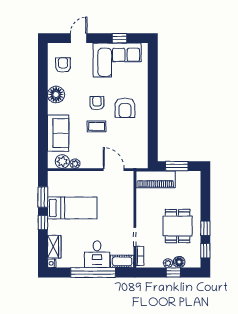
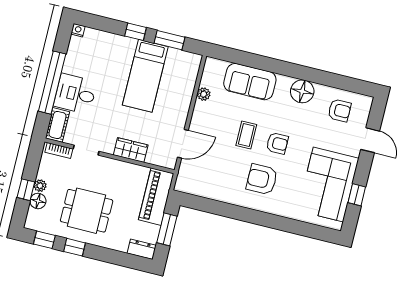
plant: (62, 162) -> (211, 78), removed
dresser: (195, 180) -> (142, 249), added
wardrobe: (54, 247) -> (131, 150), moved, turned 180

